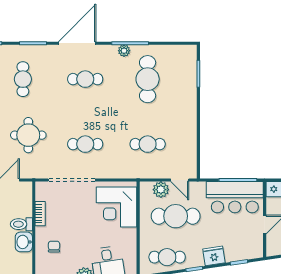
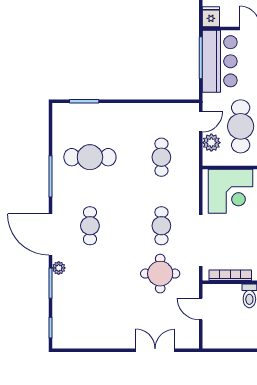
plant: (124, 51) -> (59, 268), moved
cafe table: (23, 79) -> (90, 294), removed
round table: (28, 135) -> (160, 274), moved
bookcase: (40, 214) -> (230, 275), width x1.56

